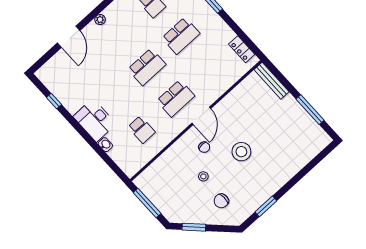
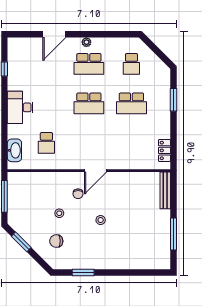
school desk: (176, 98) -> (89, 64), moved
washbasin: (105, 145) -> (14, 150), moved, width x1.91, depth x1.45
stool: (241, 152) -> (101, 220), width x0.53, depth x0.53

